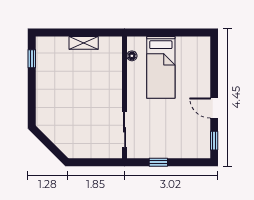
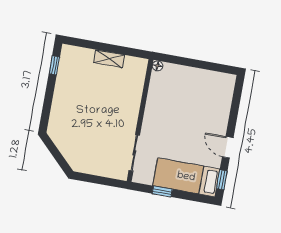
floor lamp: (132, 56) -> (158, 66), moved
bed: (161, 67) -> (186, 177), moved, turned 90

